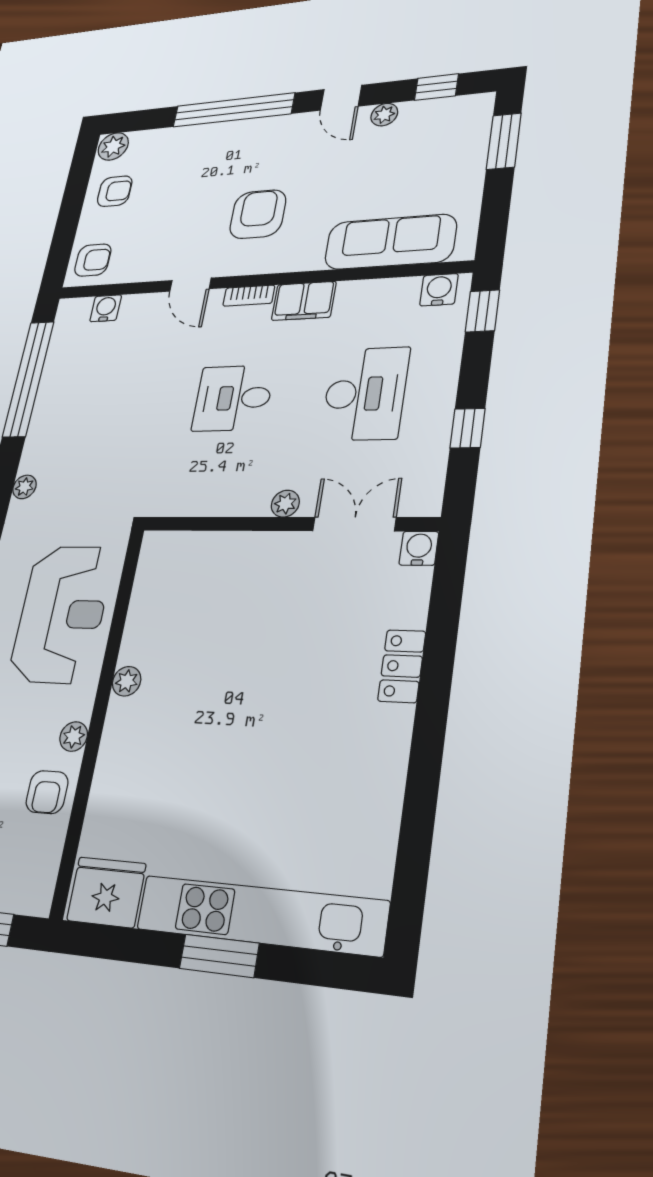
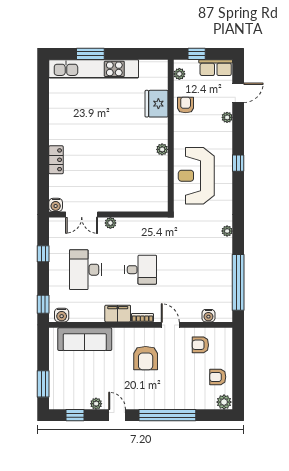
armchair: (93, 260) -> (200, 345), moved
plant: (74, 737) -> (179, 74), moved
fridge: (106, 892) -> (157, 104), moved, turned 90
window: (219, 956) -> (90, 54), moved

